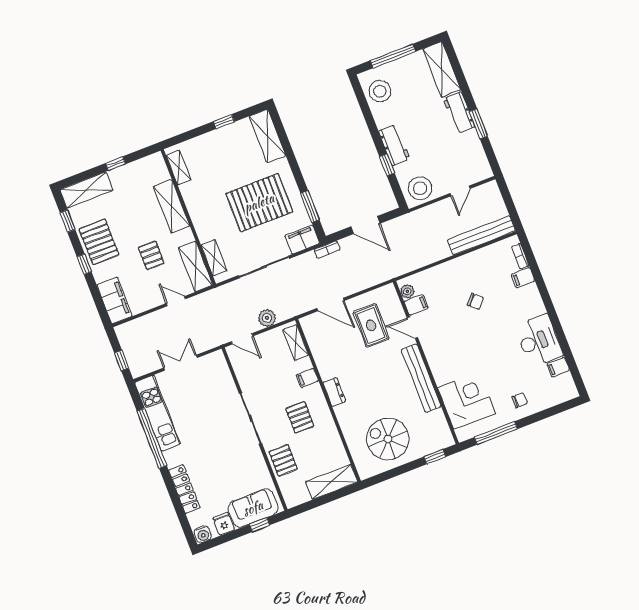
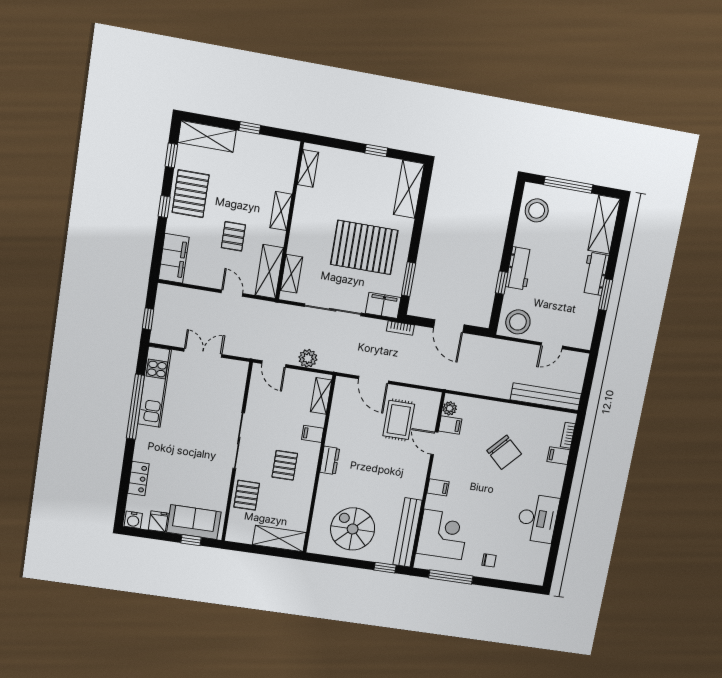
shelving: (172, 206) -> (281, 211), width x0.67, depth x0.75
chair: (475, 301) -> (504, 452), width x1.87, depth x1.87
filing cabinet: (558, 367) -> (438, 487), moved, turned 180
bench: (421, 378) -> (408, 532), moved
locker: (184, 489) -> (138, 479), width x0.66

